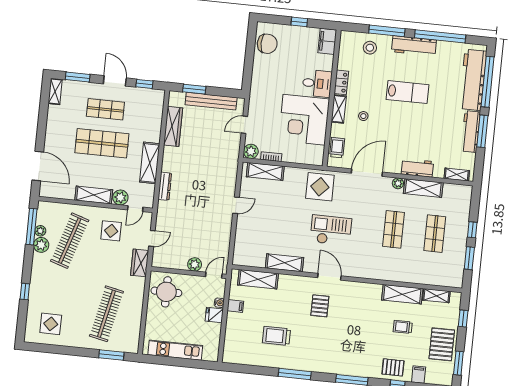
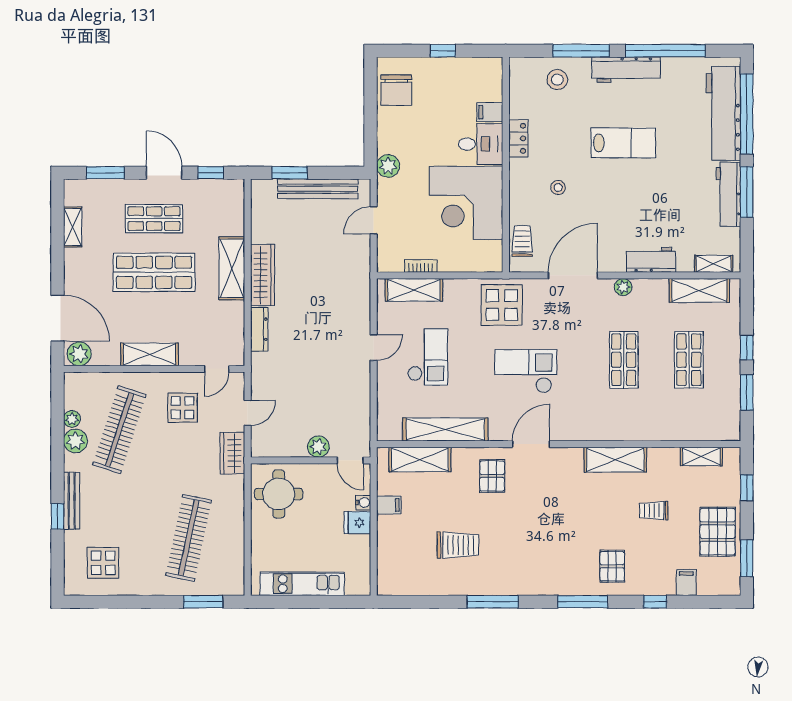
filing cabinet: (327, 41) -> (490, 112), moved, width x0.50
chair: (267, 44) -> (396, 90), turned 90
shelving: (55, 91) -> (73, 227), moved
shelving: (339, 109) -> (519, 180), removed
wardrobe: (173, 126) -> (262, 275), moved
plant: (251, 151) -> (388, 166), moved
shelving: (150, 163) -> (232, 268), moved
shelving: (423, 188) -> (699, 290), moved
plant: (120, 197) -> (79, 354), moved
checkout: (270, 215) -> (428, 357), added
window: (32, 227) -> (57, 414), removed
shelving: (285, 263) -> (445, 429), width x1.47
door: (214, 275) -> (350, 460), swing flipped
door: (329, 277) -> (531, 444), hinge flipped
bench: (35, 283) -> (72, 501), added
shelving: (402, 294) -> (615, 460), moved
pallet: (320, 306) -> (492, 476), moved
trolley: (276, 336) -> (458, 545), turned 180
pallet: (393, 367) -> (612, 566), moved, turned 90

